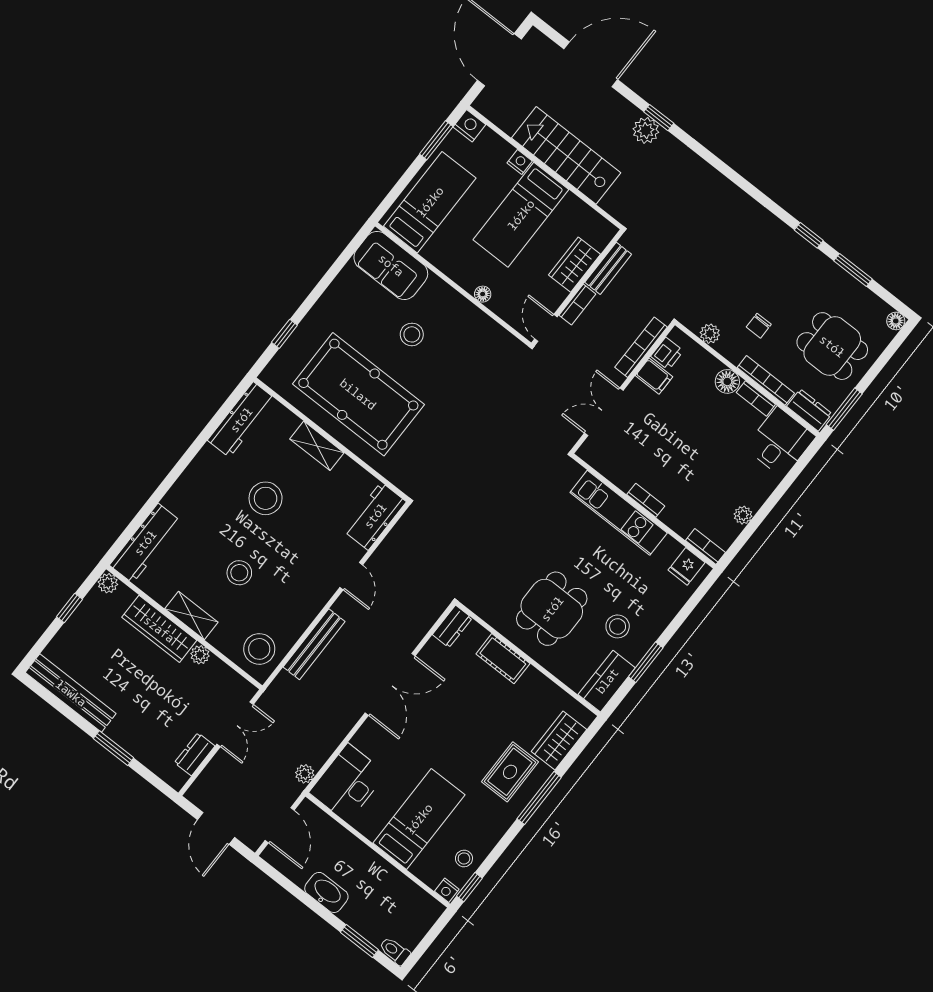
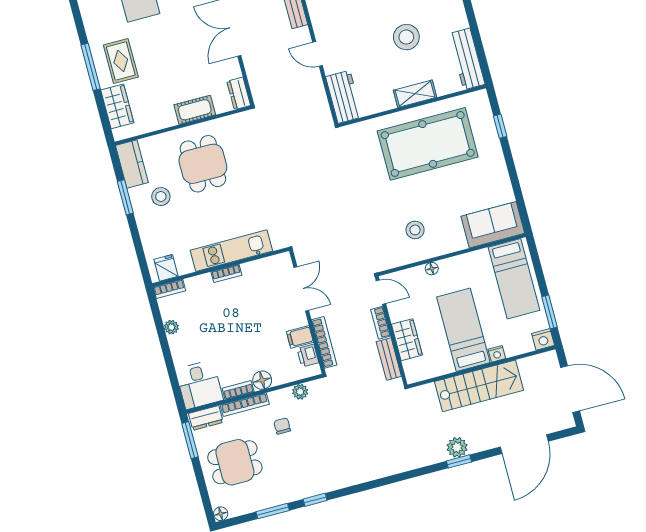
stool: (412, 334) -> (415, 230), moved

